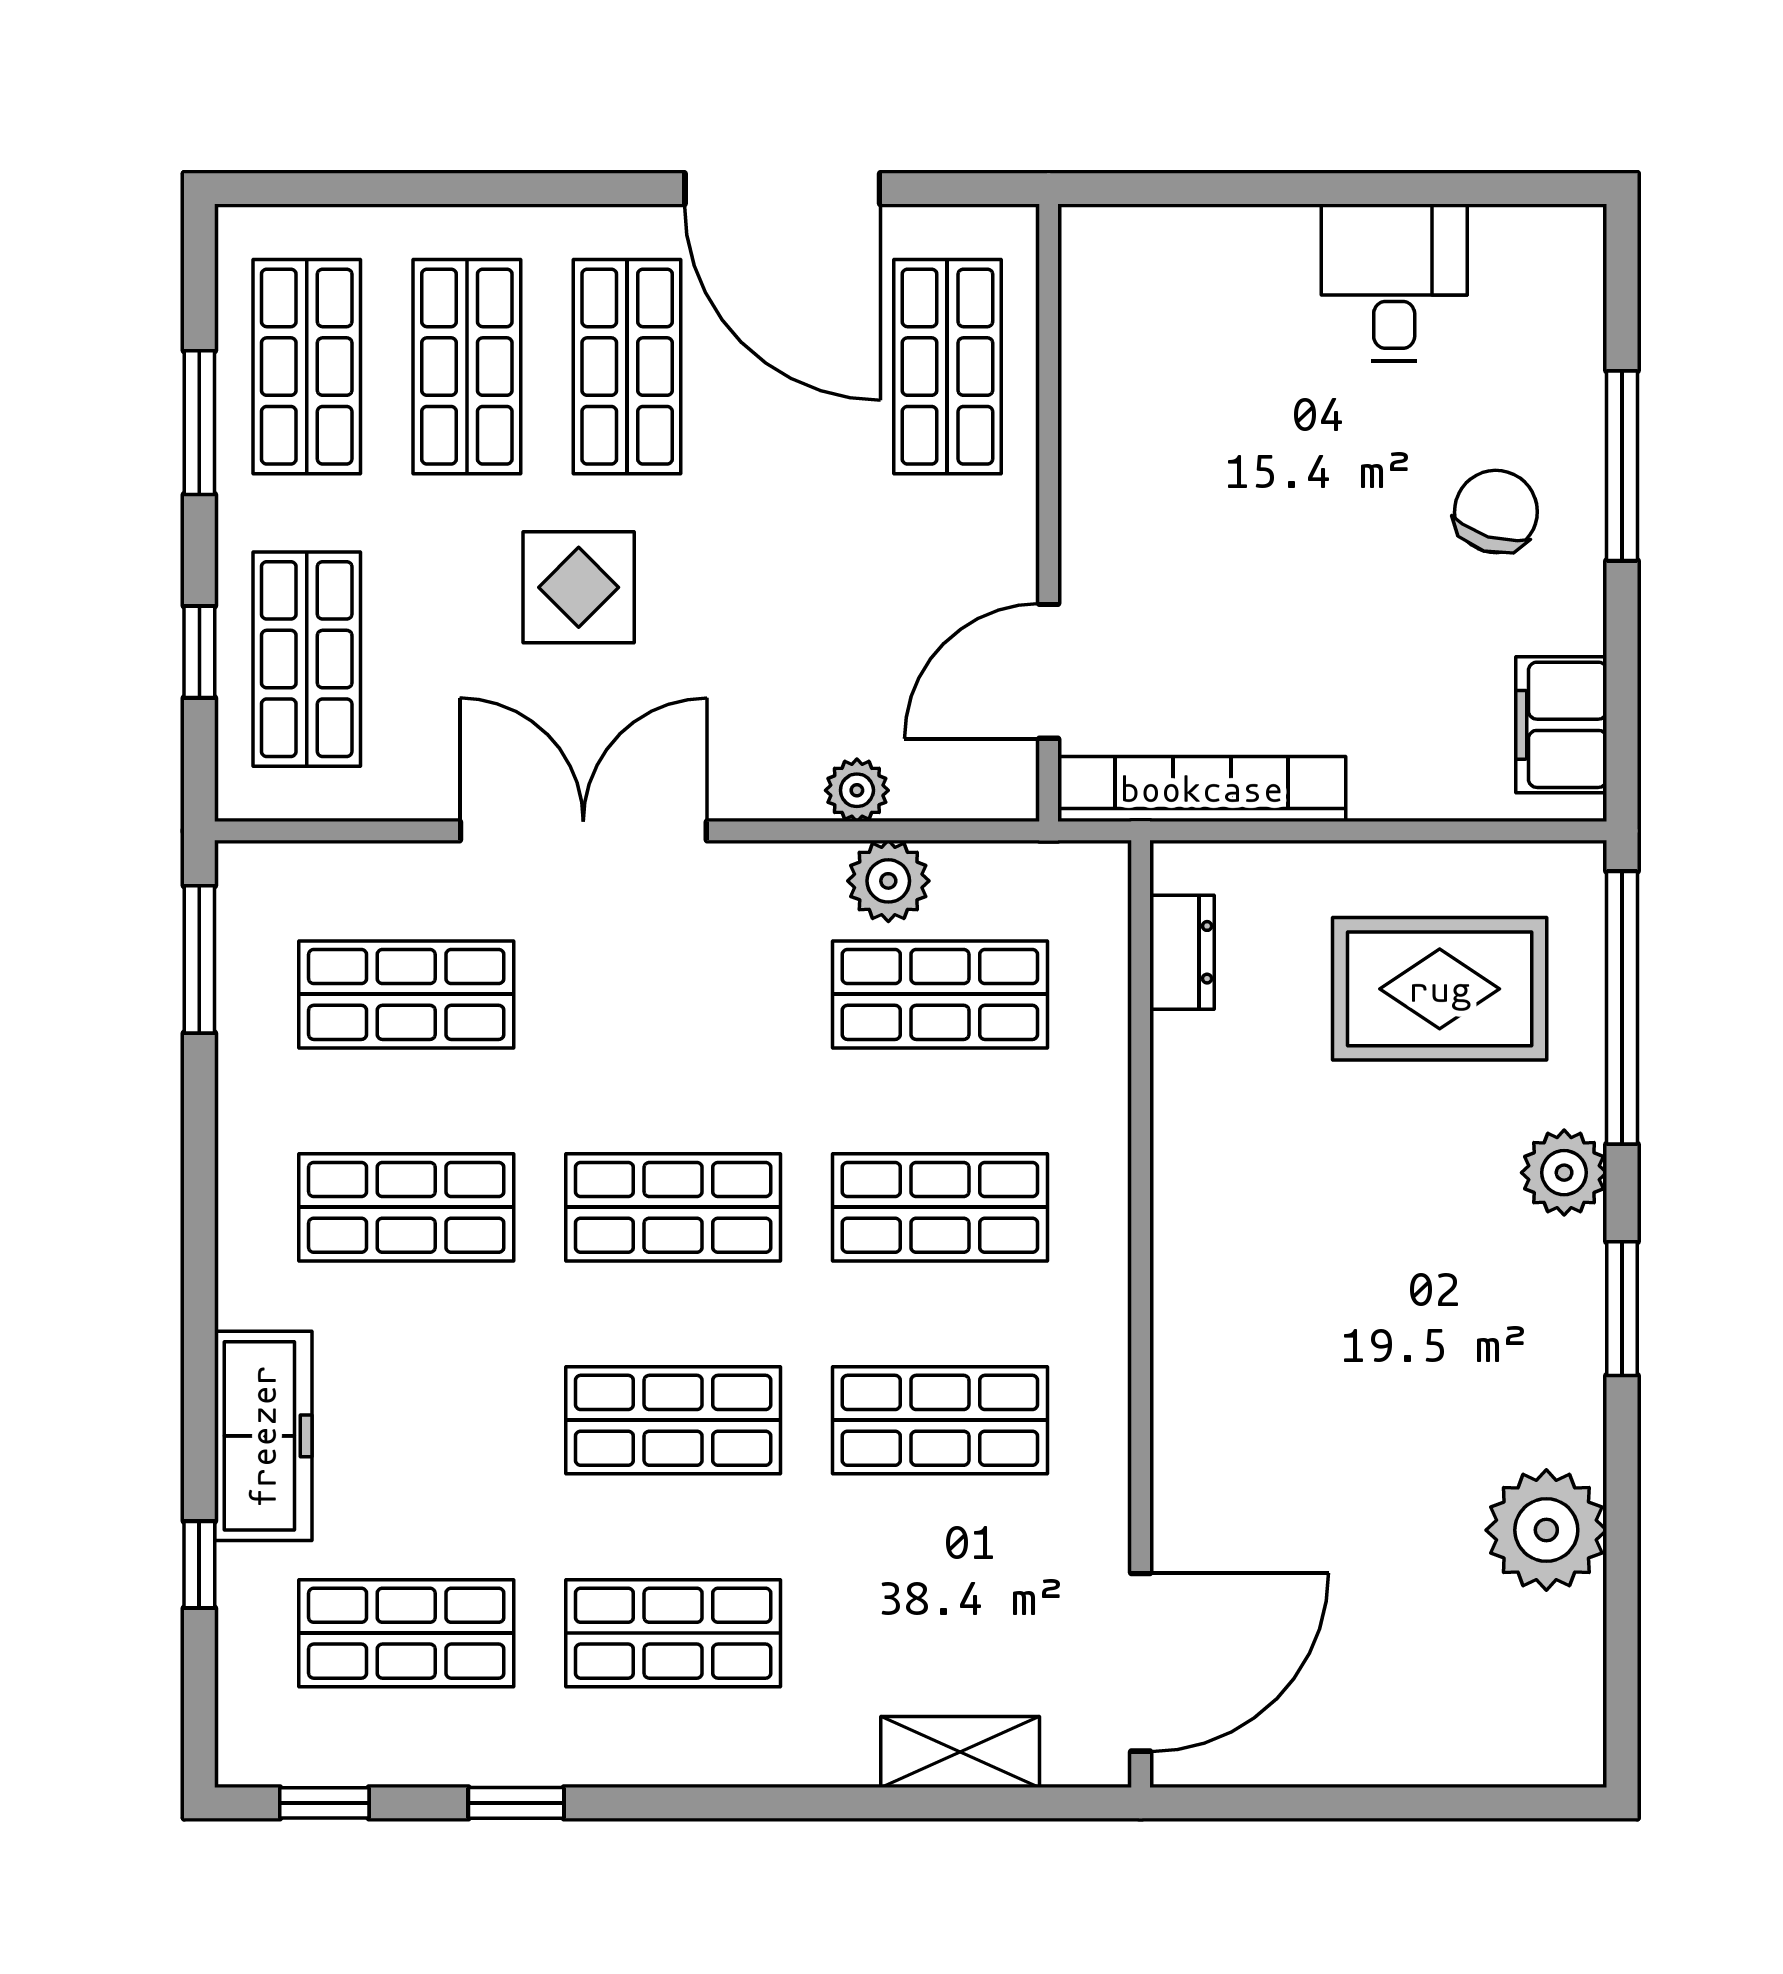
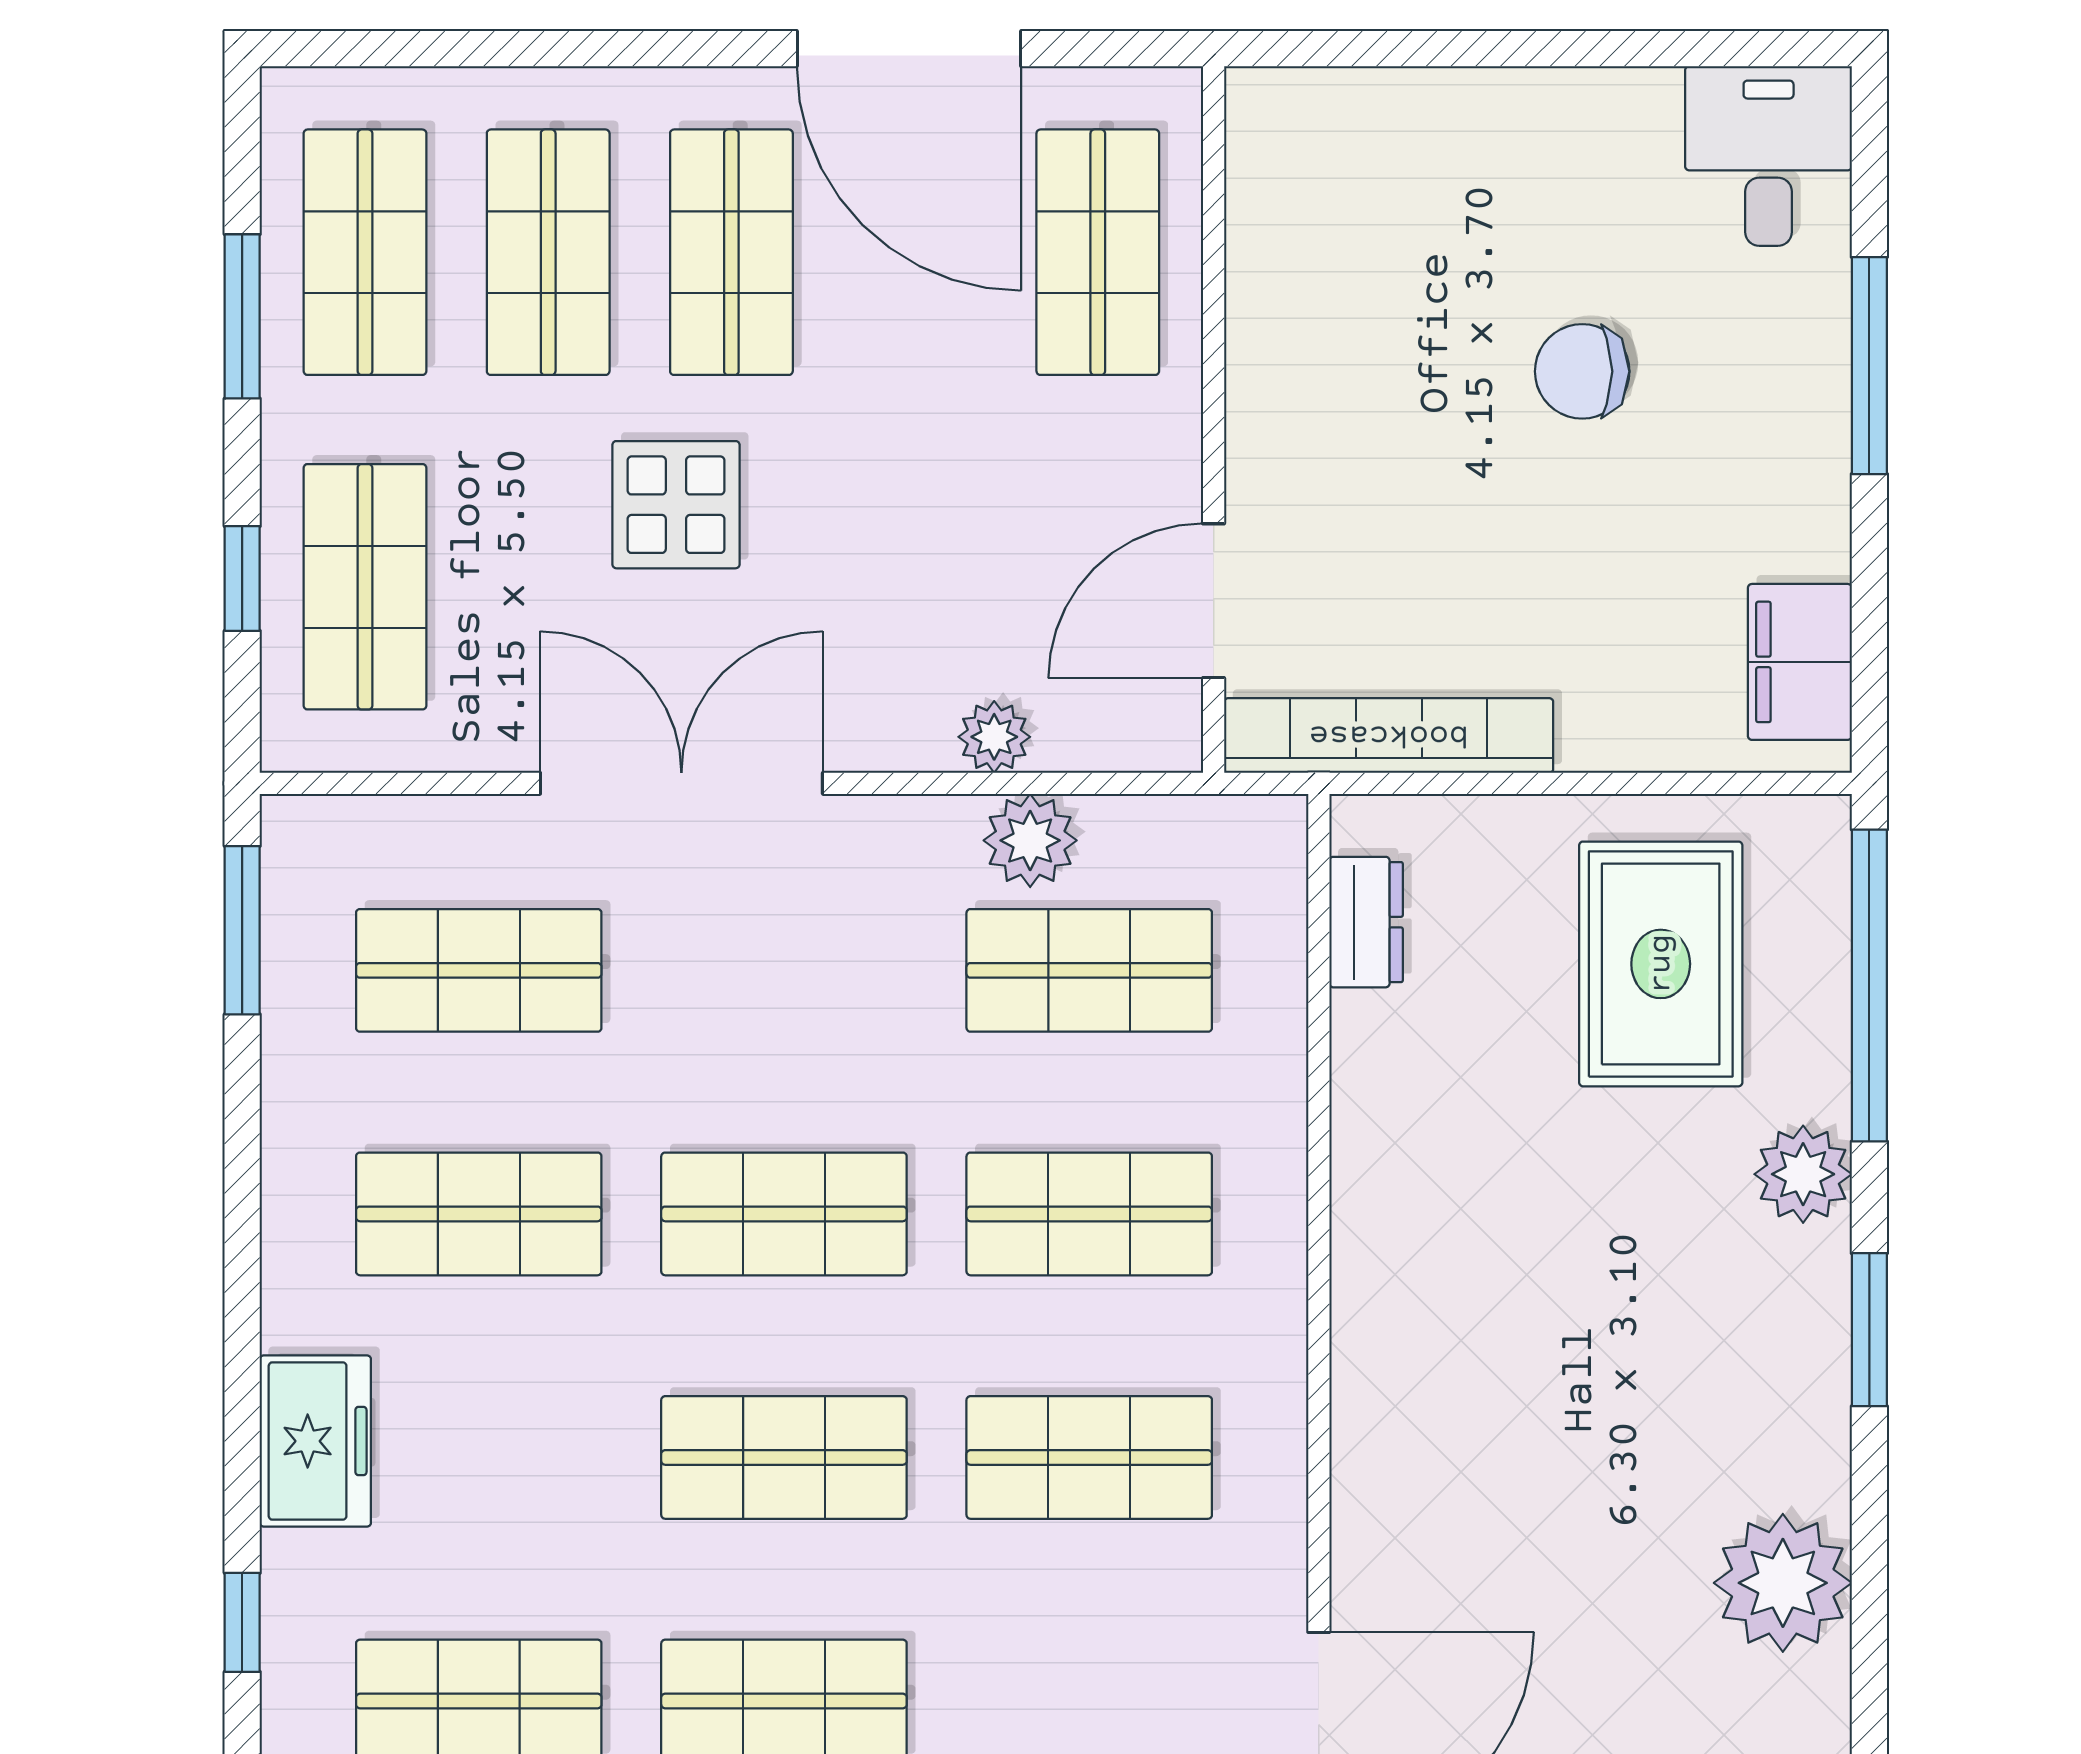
desk: (1394, 282) -> (1769, 156), moved
chair: (1496, 512) -> (1582, 371), moved, turned -107
rug: (1440, 989) -> (1661, 964), turned 90
freezer: (263, 1436) -> (315, 1441), width x0.71

